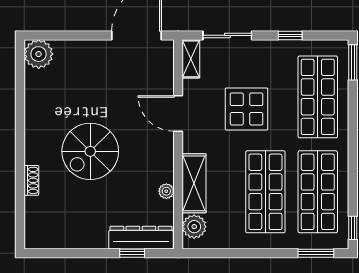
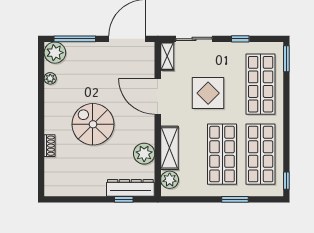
window: (65, 35) -> (75, 39), added
plant: (32, 89) -> (50, 78), added
door: (178, 113) -> (158, 96), width x1.36
spiral stairs: (90, 151) -> (93, 124), turned 90
plant: (166, 191) -> (144, 154), width x1.88, depth x1.88
window: (316, 253) -> (235, 199), moved

